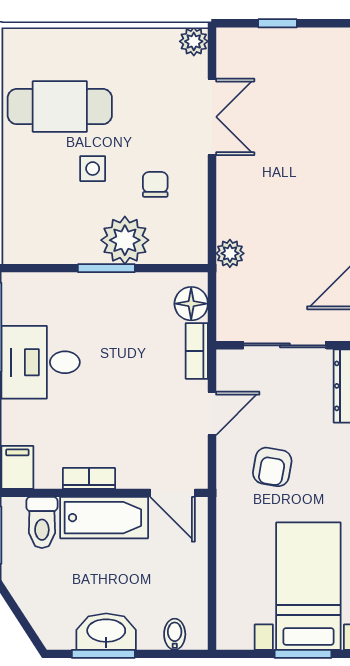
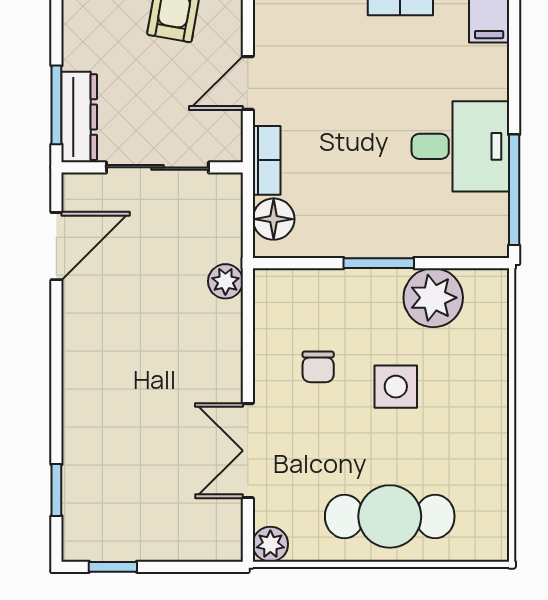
window: (278, 23) -> (113, 567), moved
cafe table: (60, 107) -> (390, 516), moved
side table: (93, 169) -> (396, 387), width x1.37, depth x1.37
plant: (125, 240) -> (433, 298), moved

